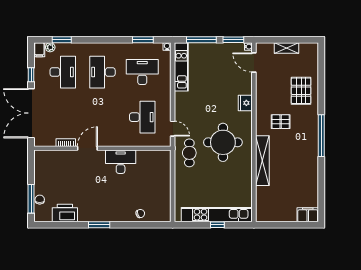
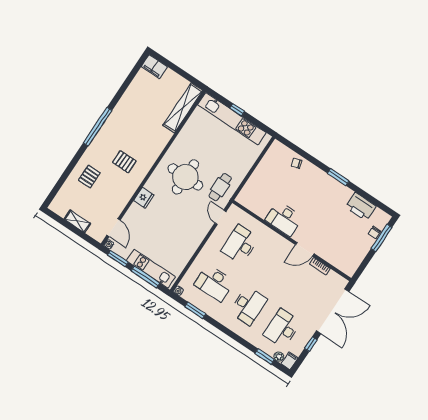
kitchen unit: (181, 67) -> (151, 269), moved, turned 90
pallet: (301, 91) -> (89, 177), width x0.67, depth x0.71
shelving: (262, 161) -> (183, 108), moved

